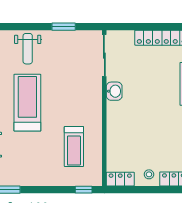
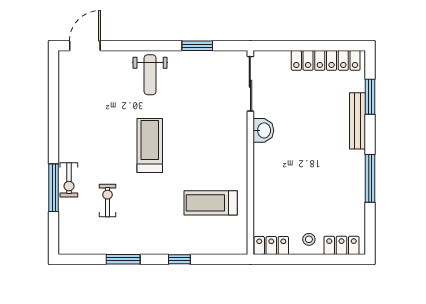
treadmill: (27, 103) -> (150, 145), width x0.73, depth x0.73
treadmill: (74, 146) -> (211, 203), turned 90
window: (84, 190) -> (179, 259), moved

